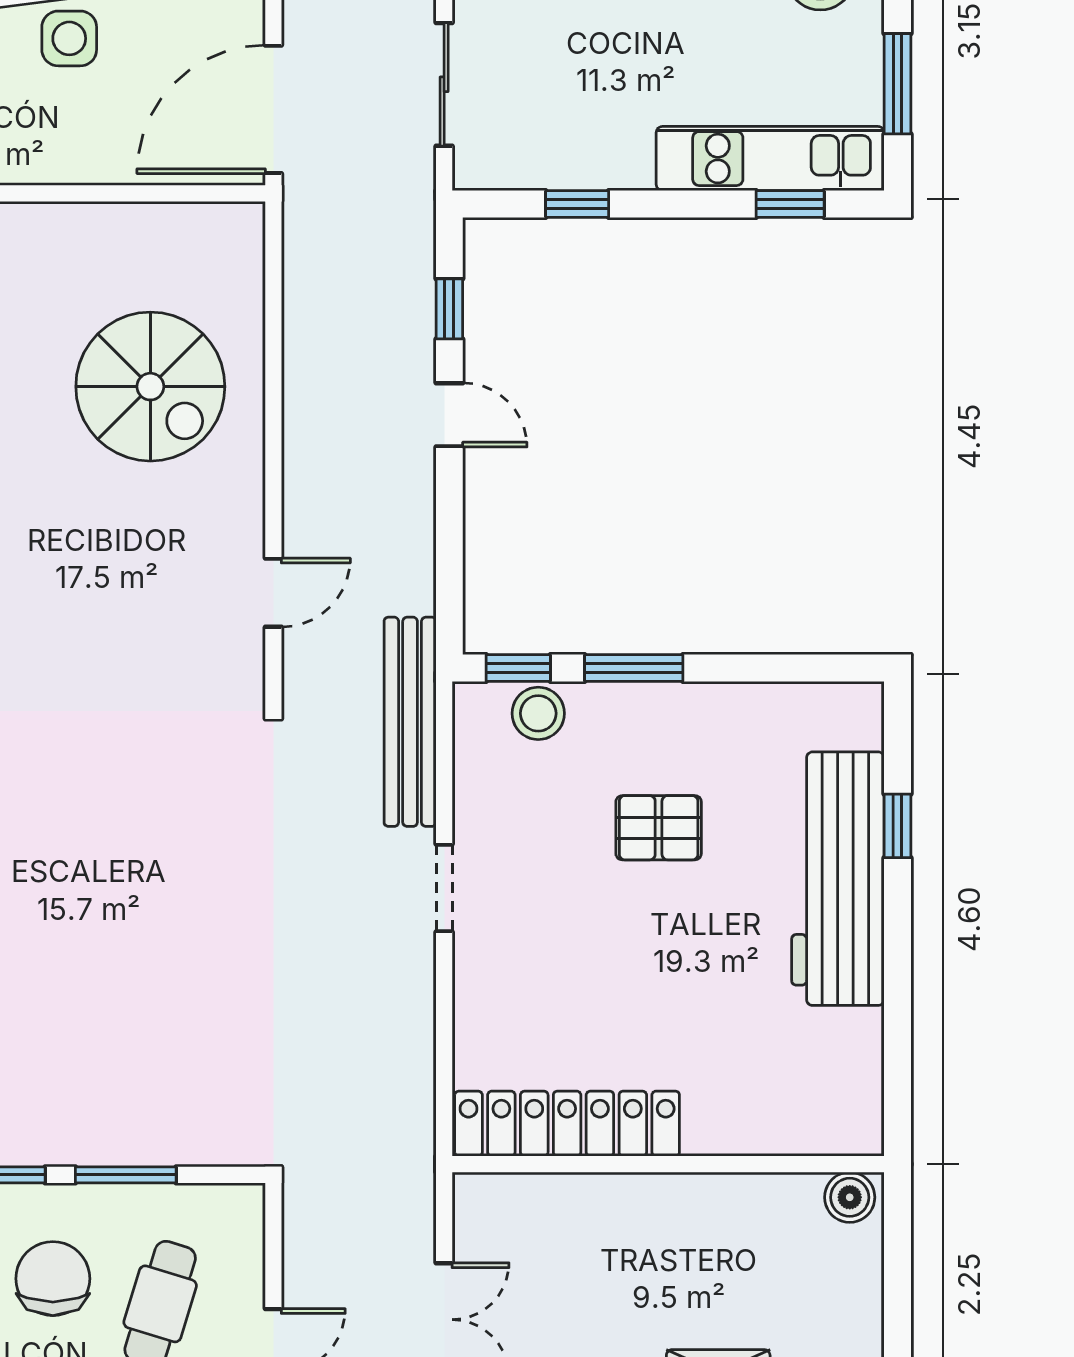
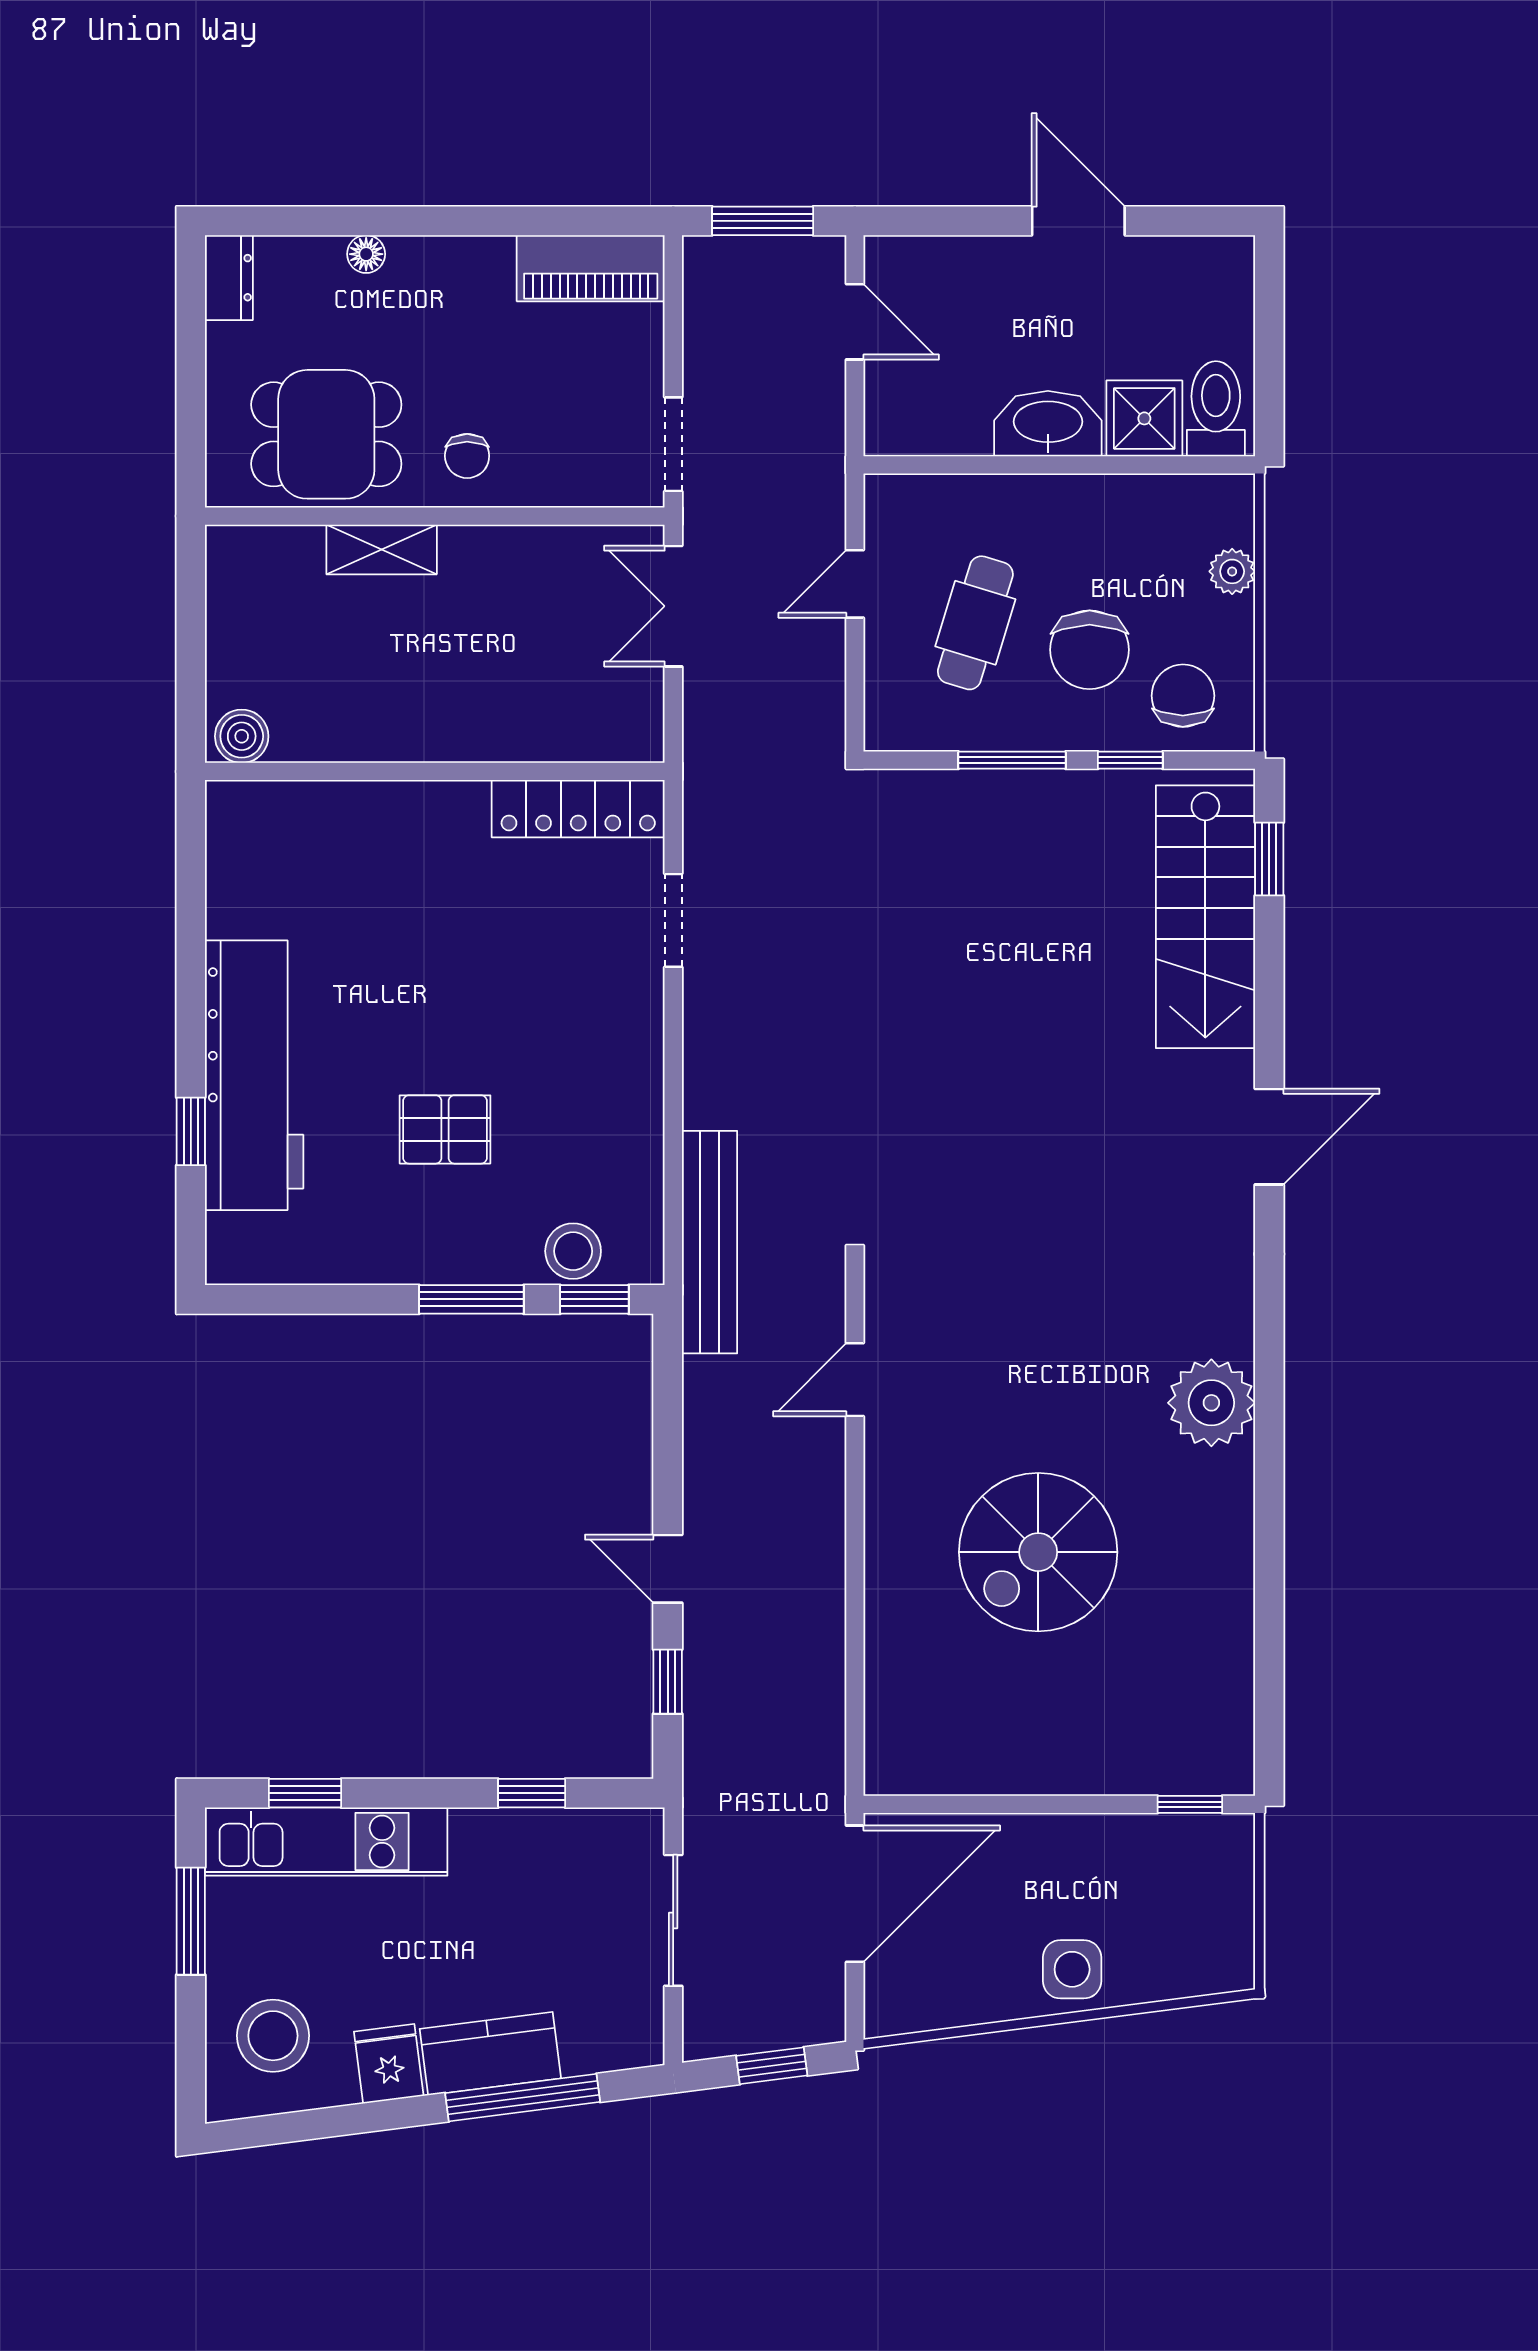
spiral stairs: (150, 387) -> (1038, 1552), moved, turned -90
doorway: (444, 888) -> (673, 920), moved
locker: (567, 1124) -> (578, 809), width x0.71, depth x0.83

